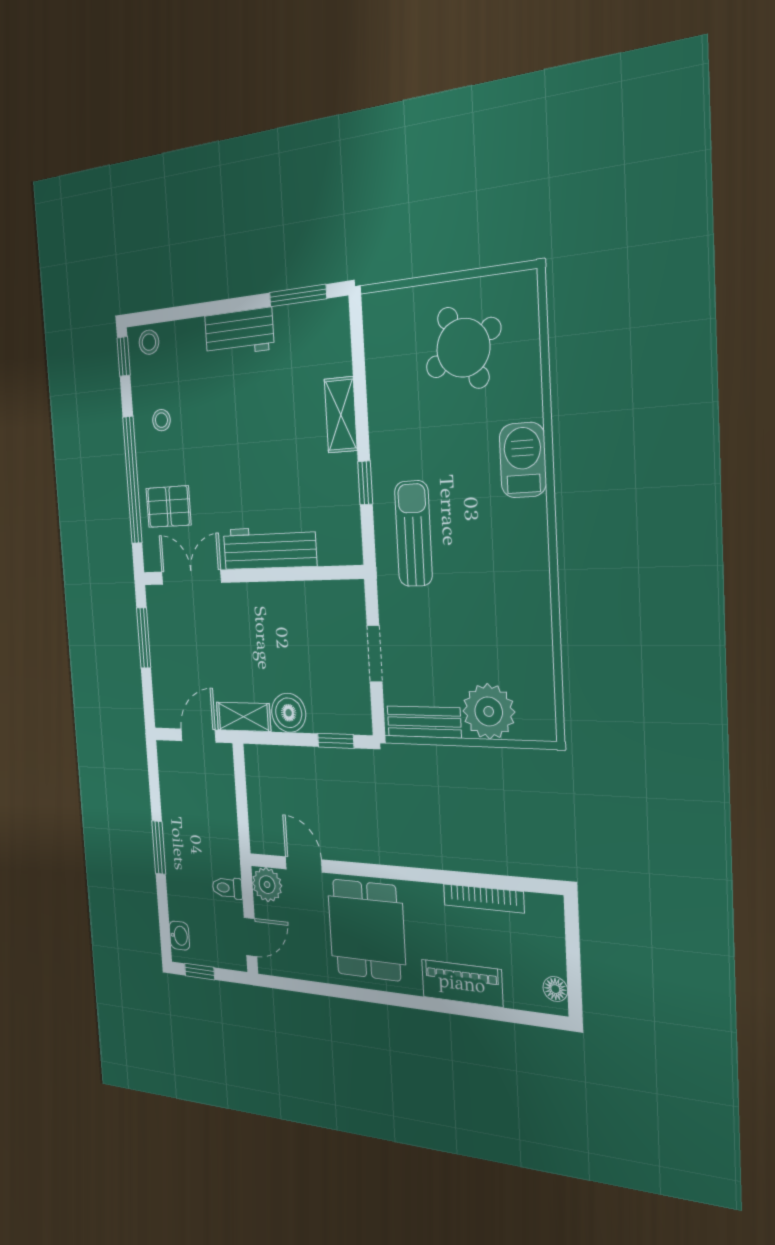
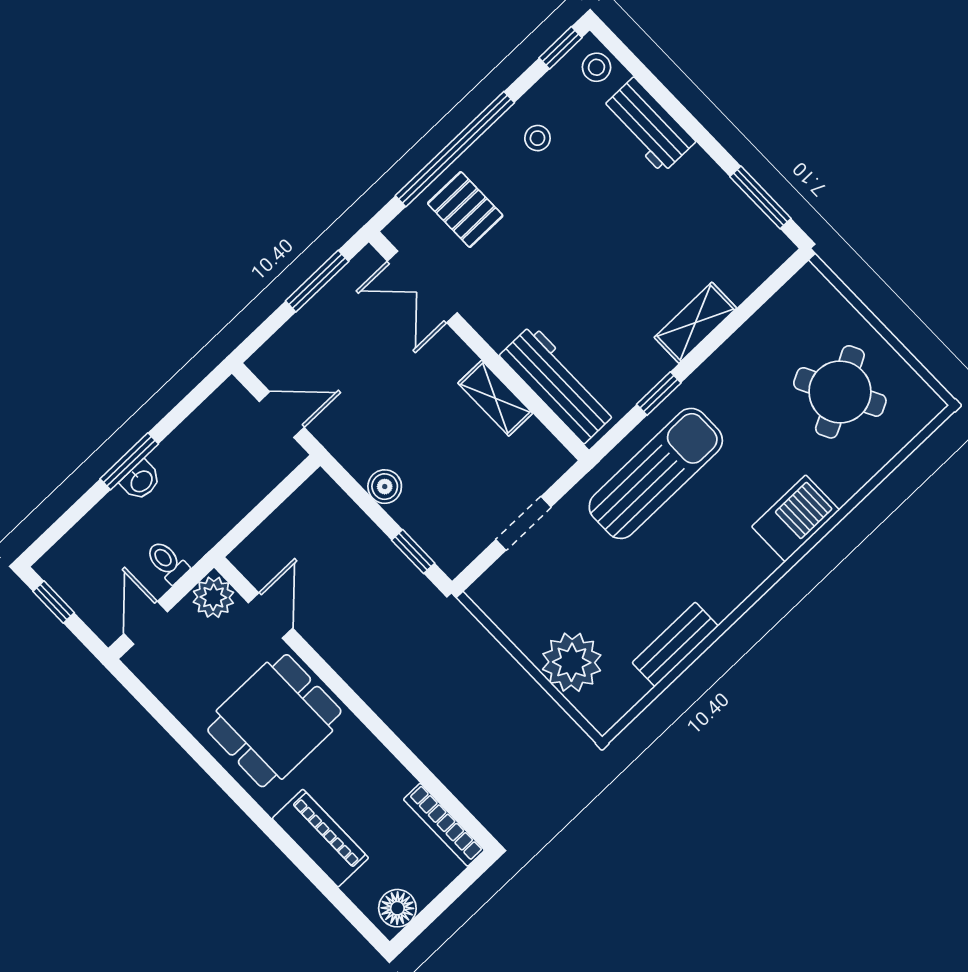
workbench: (239, 332) -> (648, 125), moved
sun lounger: (413, 534) -> (656, 473), width x1.36, depth x1.34
workbench: (269, 548) -> (558, 384), moved
double door: (191, 577) -> (422, 287), swing flipped
boiler: (289, 713) -> (385, 487), width x0.73, depth x0.73
shelving: (243, 717) -> (495, 398), moved
bench: (424, 722) -> (675, 644), moved, turned 90
bookcase: (484, 898) -> (444, 825), moved
washbasin: (179, 936) -> (141, 481), moved
door: (250, 937) -> (146, 623), swing flipped
floor lamp: (555, 989) -> (397, 908), width x1.37, depth x1.37

